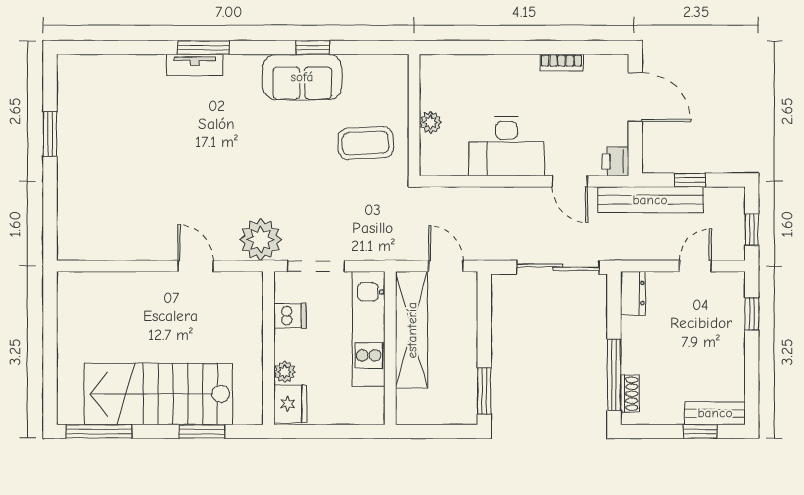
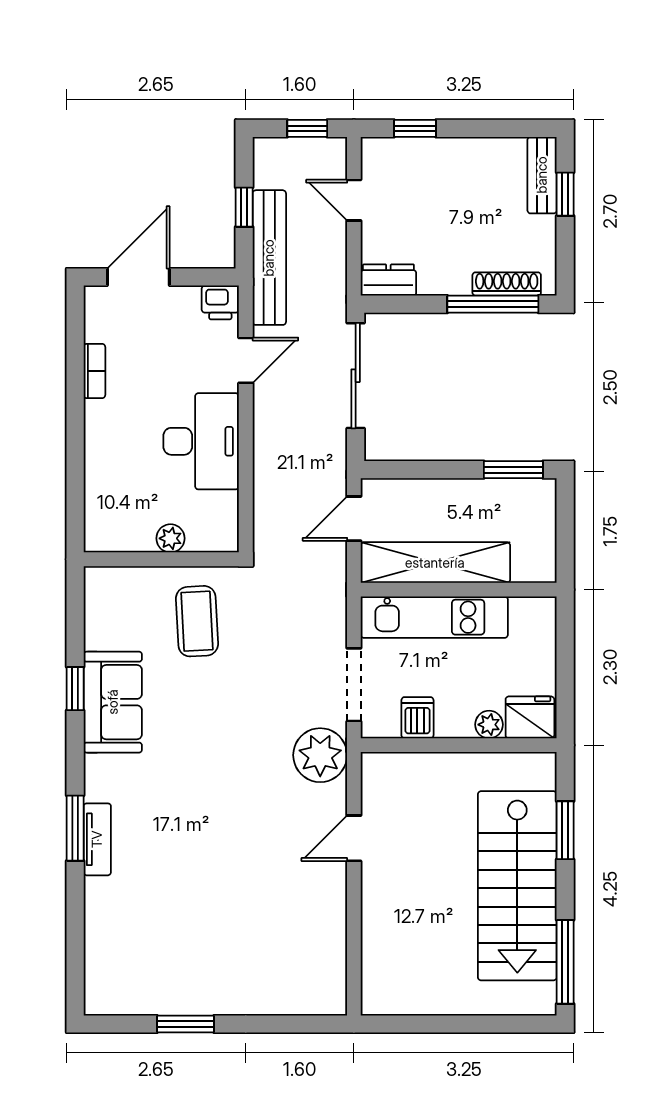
shoe rack: (630, 394) -> (507, 284), width x1.43

